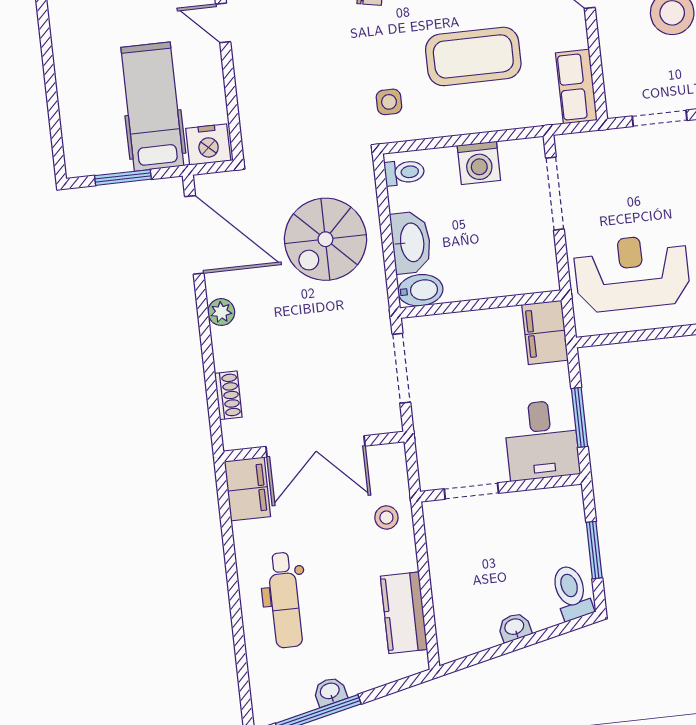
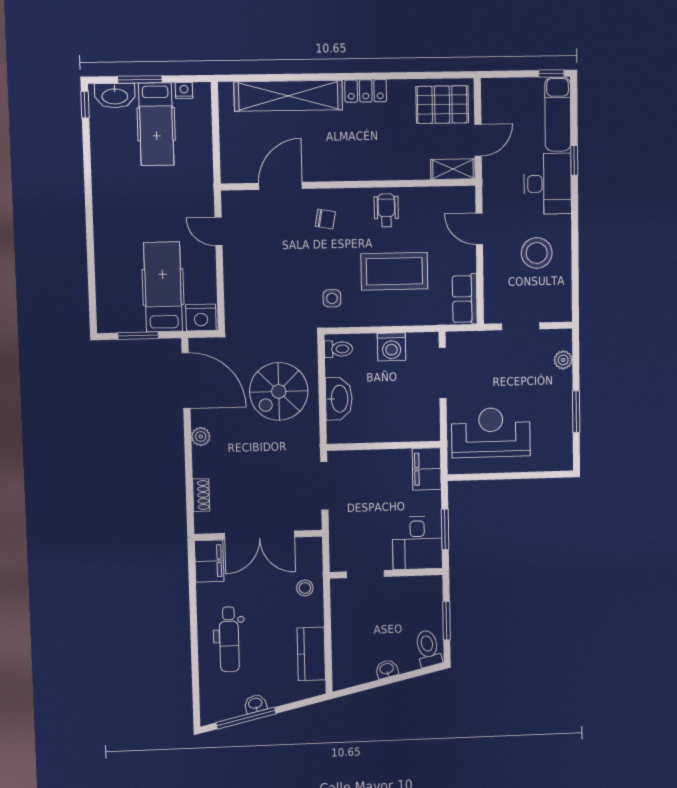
bidet: (420, 290) -> (342, 433), removed

